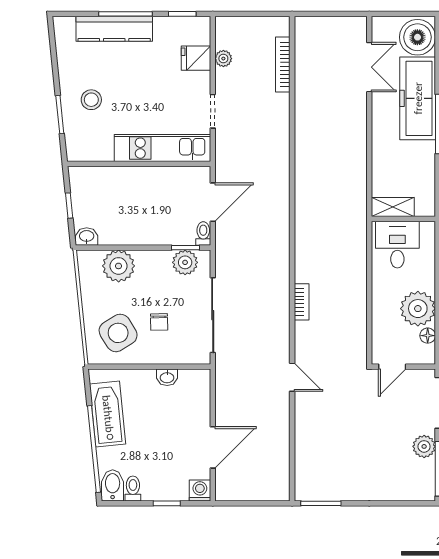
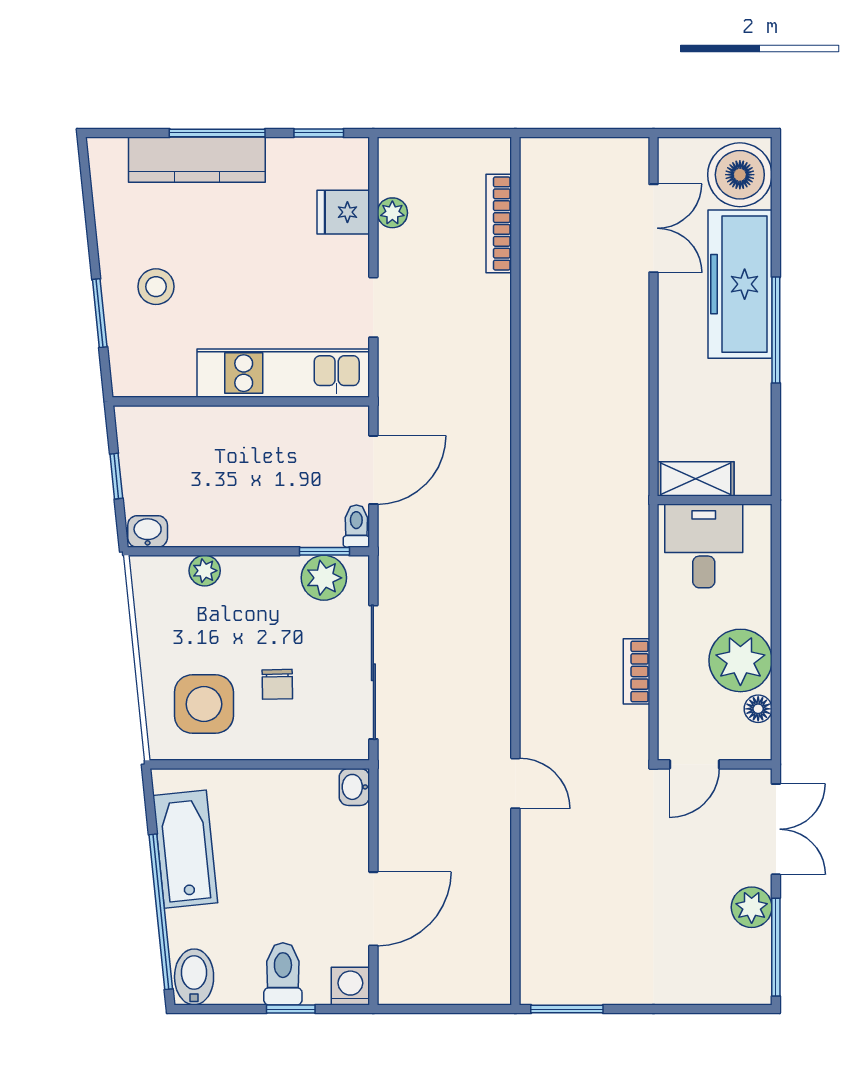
plant: (119, 266) -> (205, 571), width x0.53, depth x0.53
bookcase: (302, 302) -> (636, 671), moved, turned 180
side table: (118, 333) -> (204, 704), turned 32
washbasin: (167, 377) -> (354, 787), moved, turned 90
toilet: (133, 489) -> (283, 974), moved, width x1.37, depth x1.39

